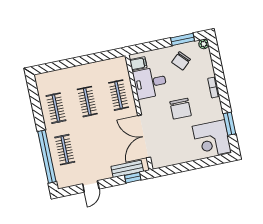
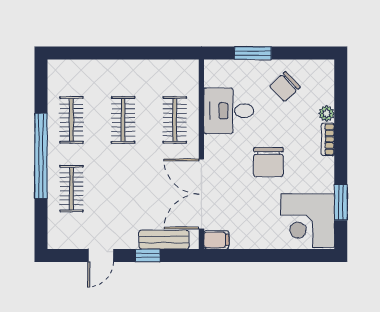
window: (183, 39) -> (253, 53), moved
plant: (204, 44) -> (327, 113), moved
filing cabinet: (138, 64) -> (216, 240), moved
window: (47, 157) -> (41, 156), moved
window: (133, 178) -> (148, 255), moved

